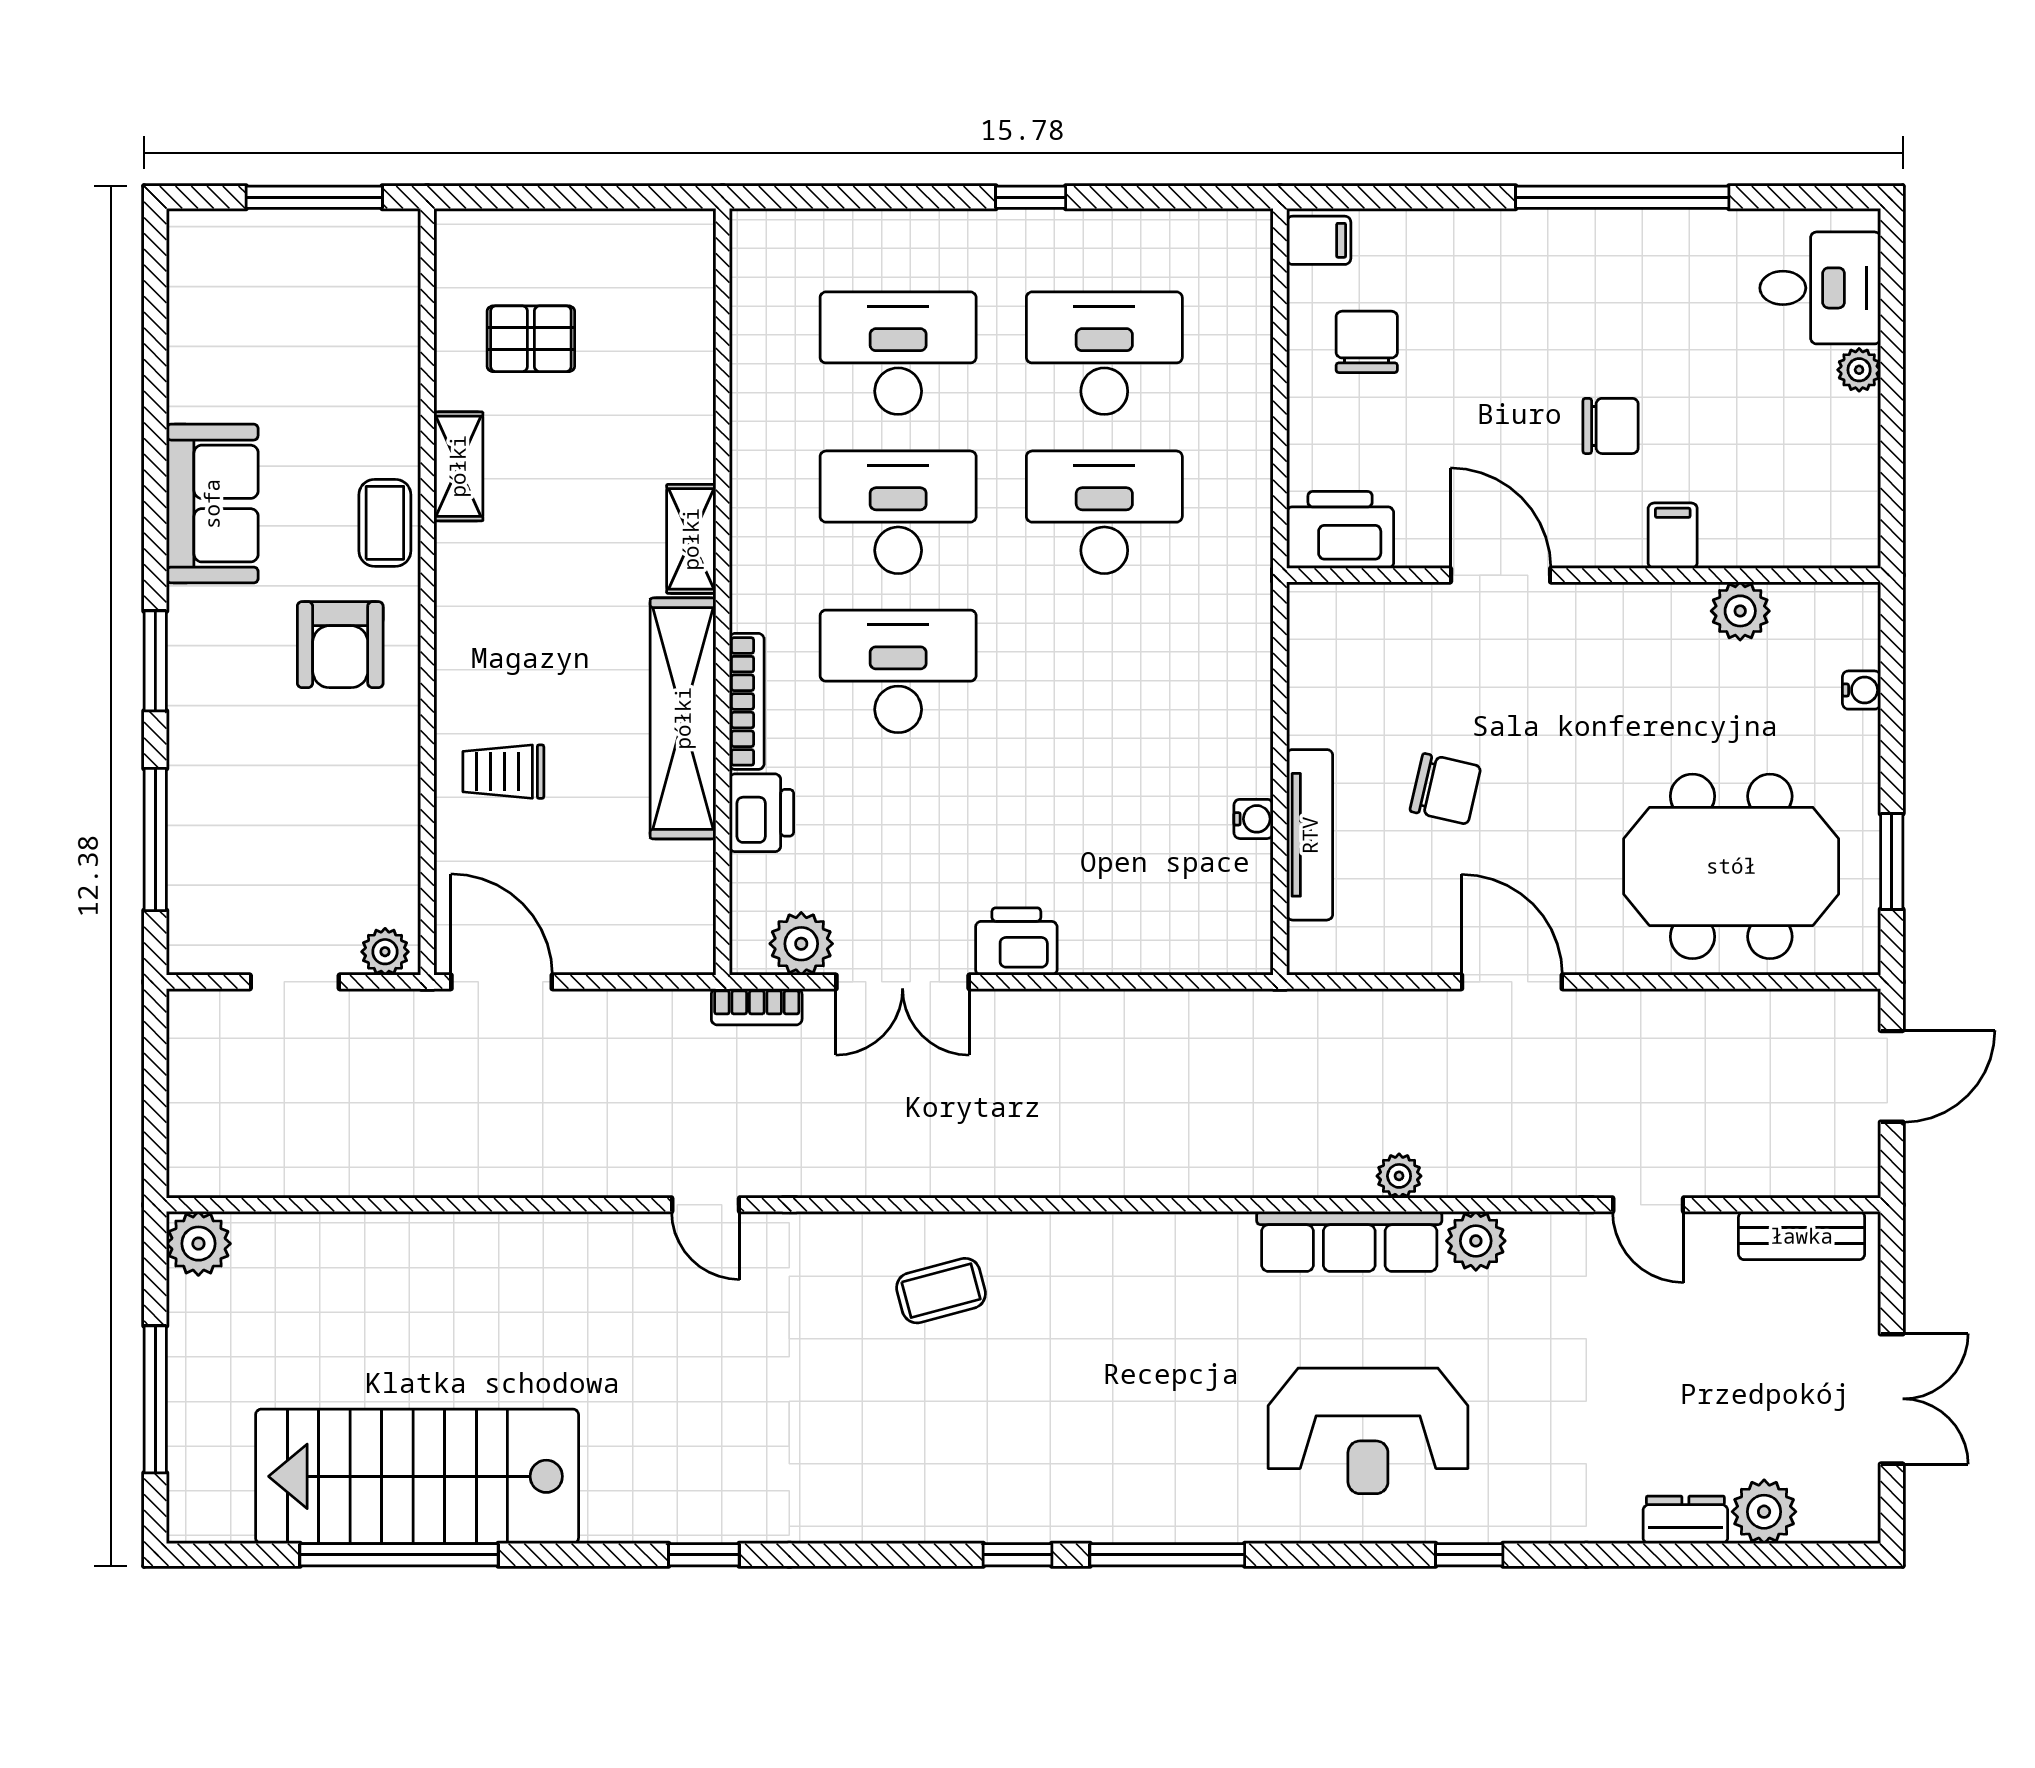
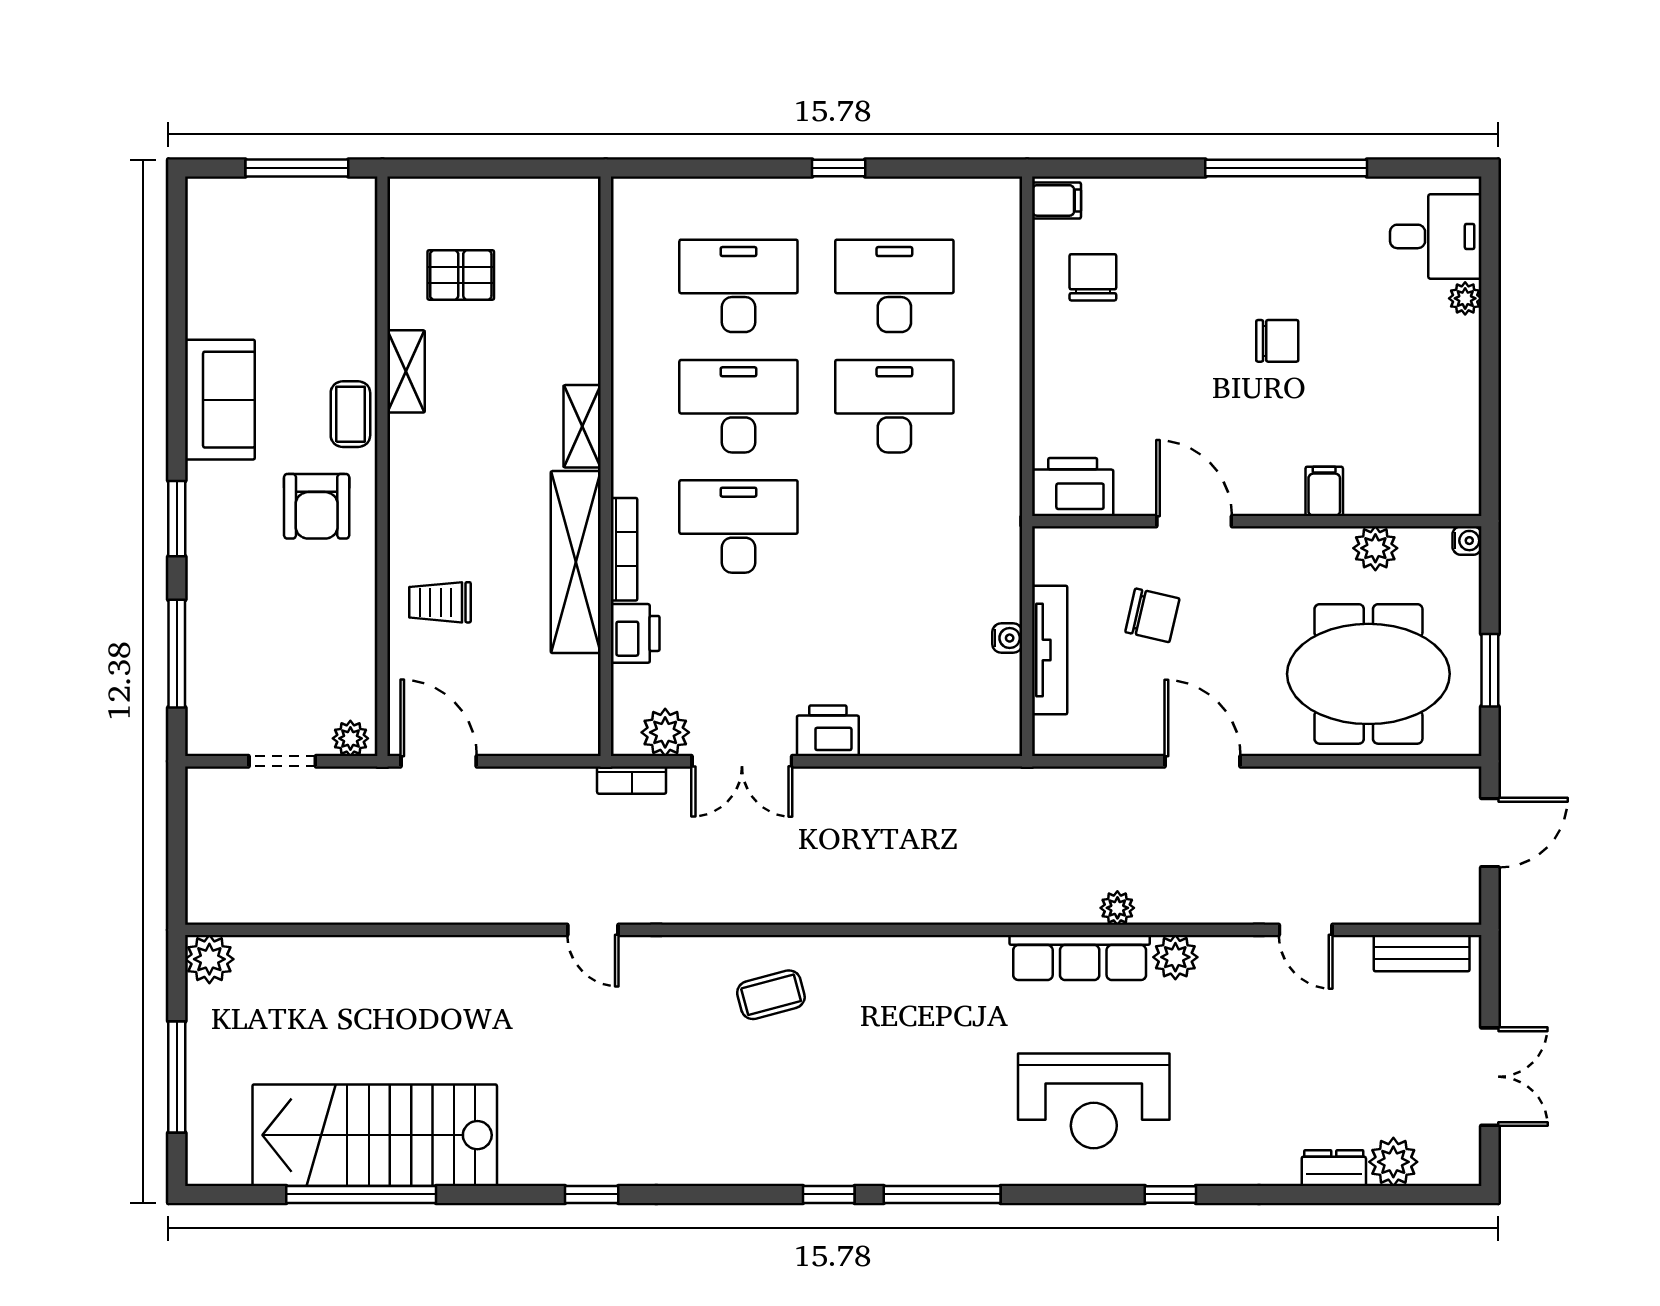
printer: (1340, 530) -> (1073, 487), moved
filing cabinet: (1673, 536) -> (1324, 491), moved
door: (1501, 575) -> (1194, 521), moved
wall: (1584, 575) -> (1257, 521), moved
plant: (1740, 611) -> (1375, 548), moved

